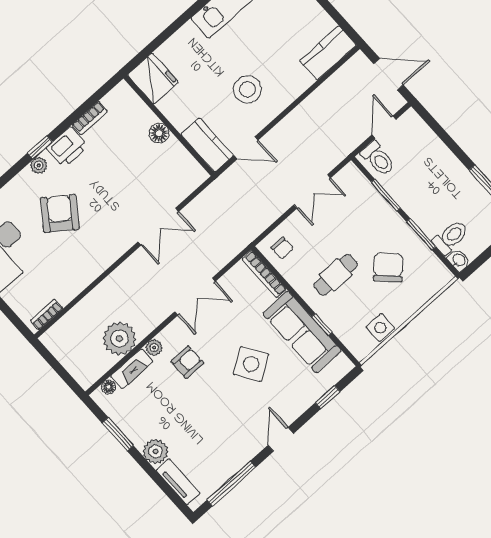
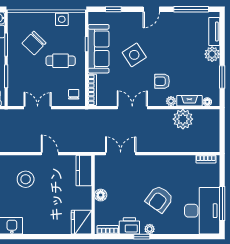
fridge: (153, 79) -> (81, 222), moved
wall: (169, 125) -> (93, 195), moved
floor lamp: (159, 133) -> (101, 195), moved
kitchen counter: (207, 145) -> (84, 171), moved

